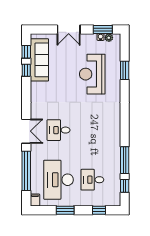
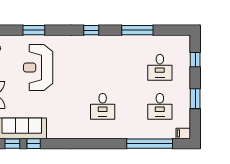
reception desk: (92, 74) -> (38, 67), turned 90
double door: (26, 131) -> (104, 144), removed
desk: (58, 180) -> (160, 106), width x0.53, depth x0.77
window: (125, 186) -> (91, 30), moved

